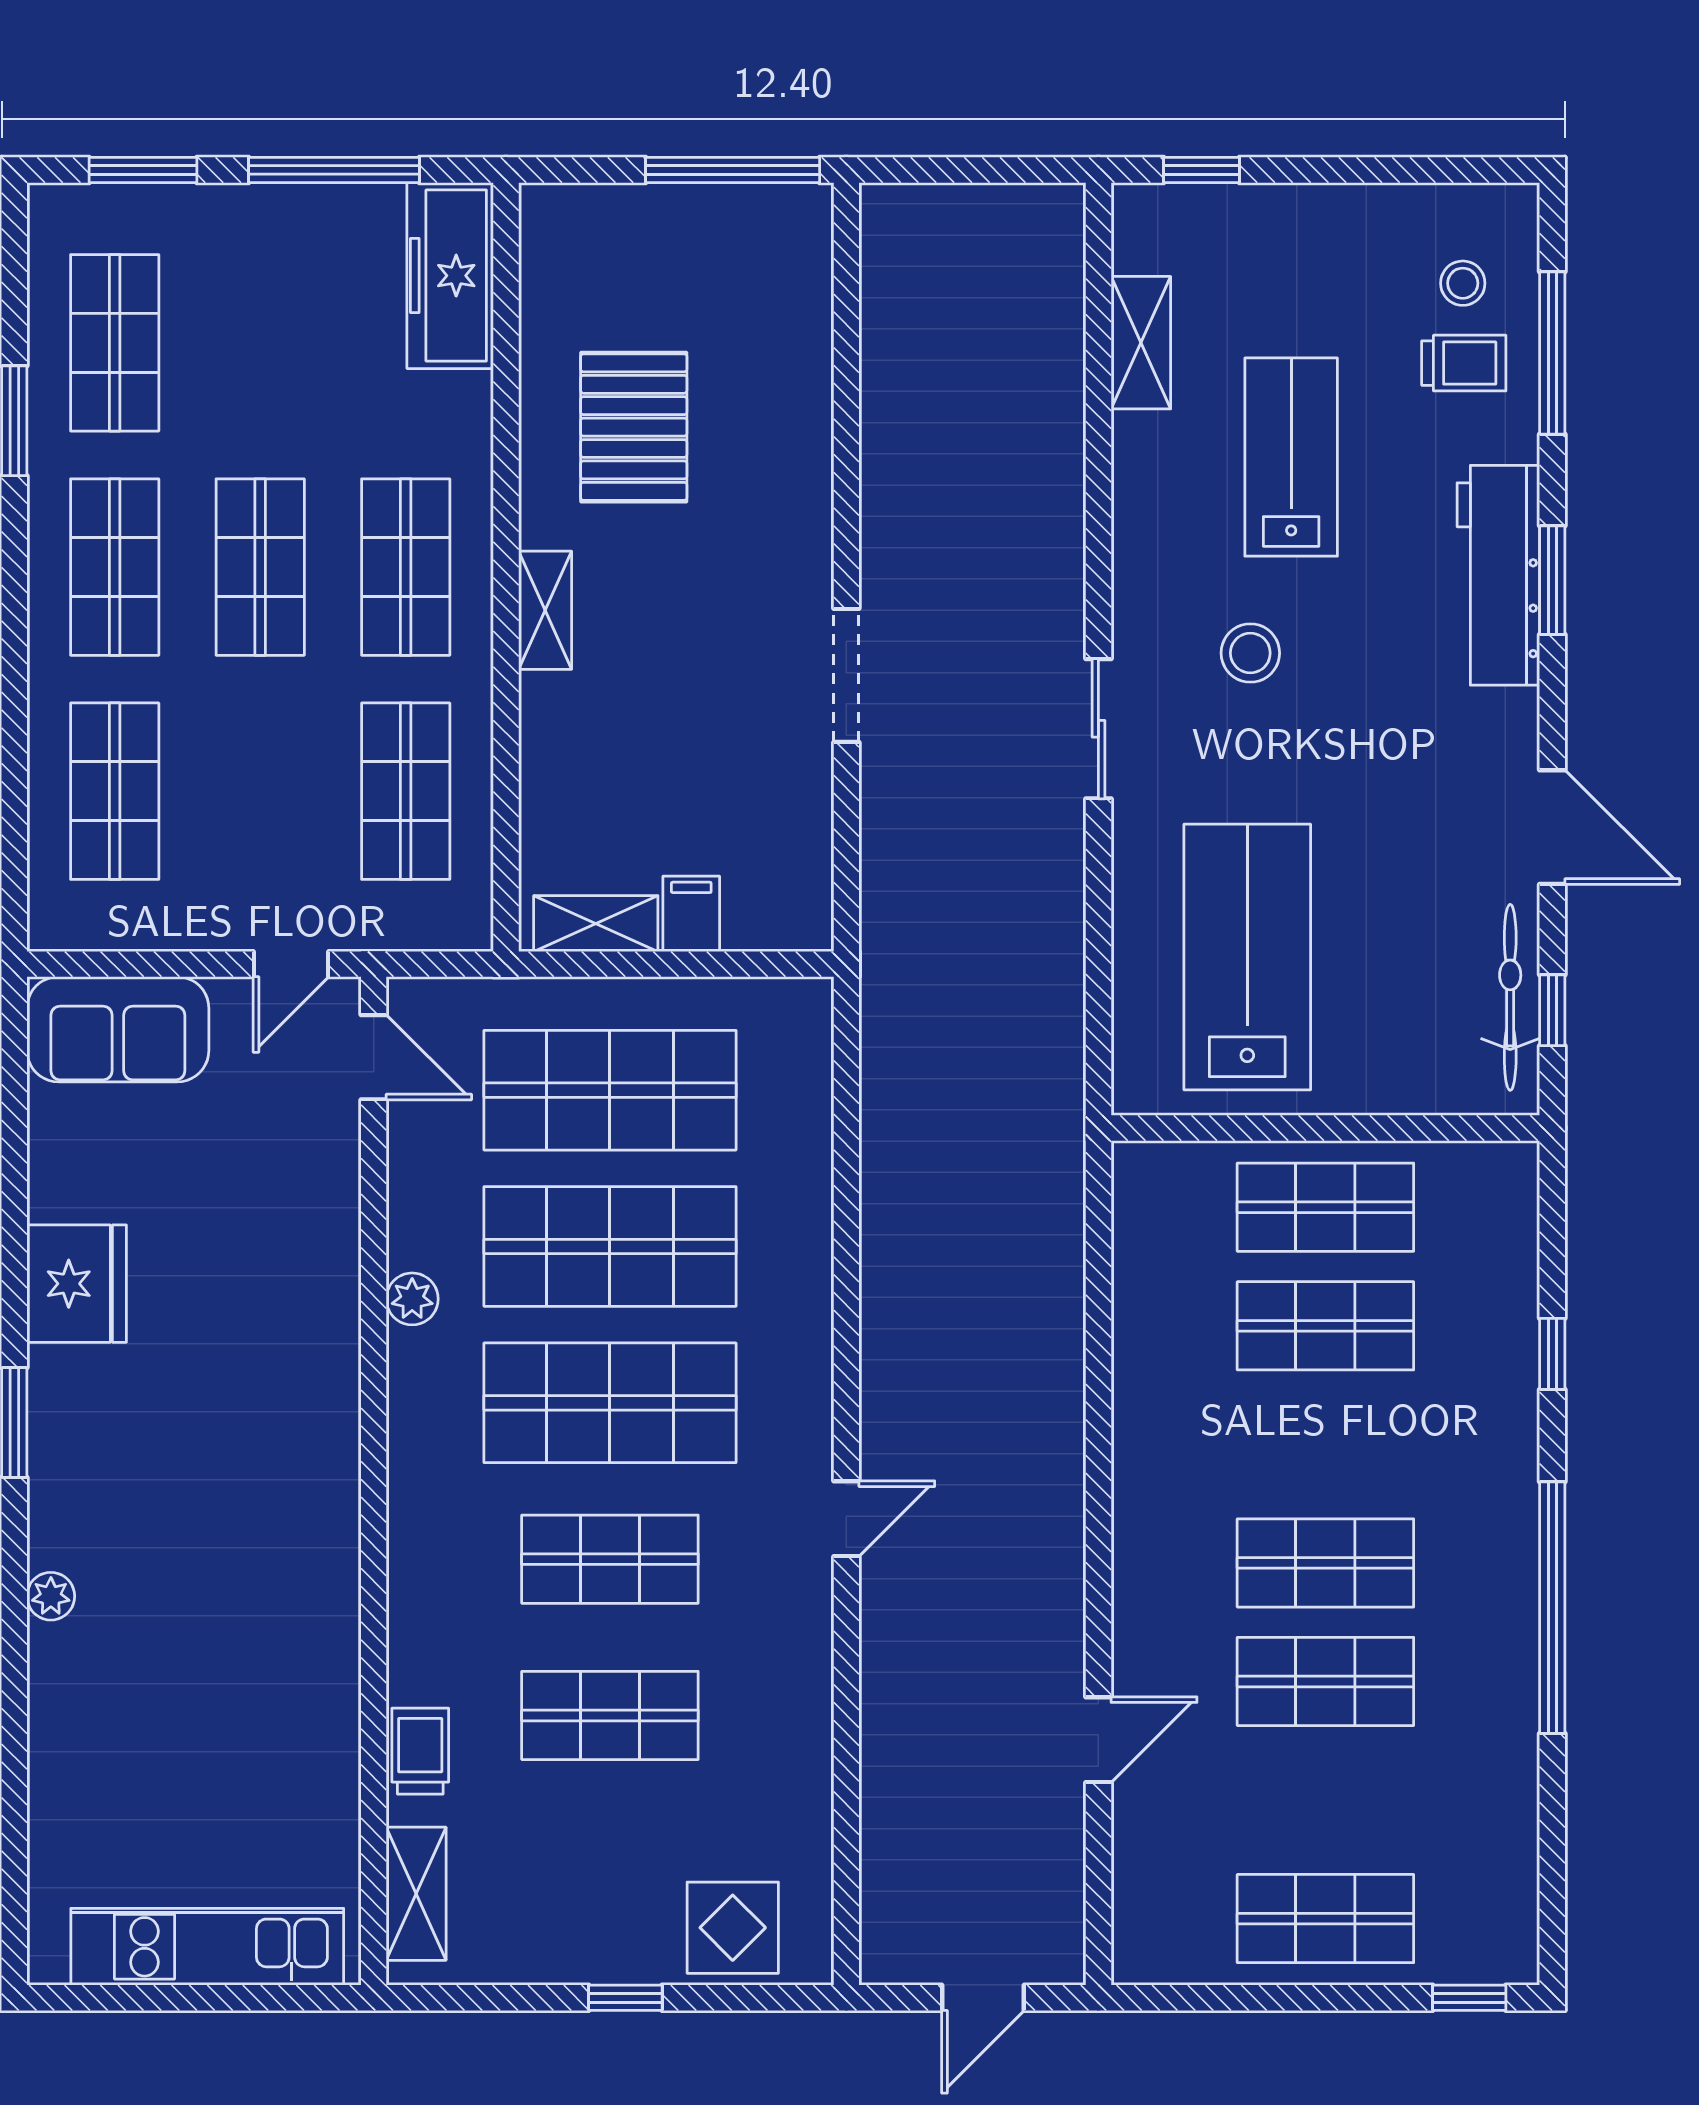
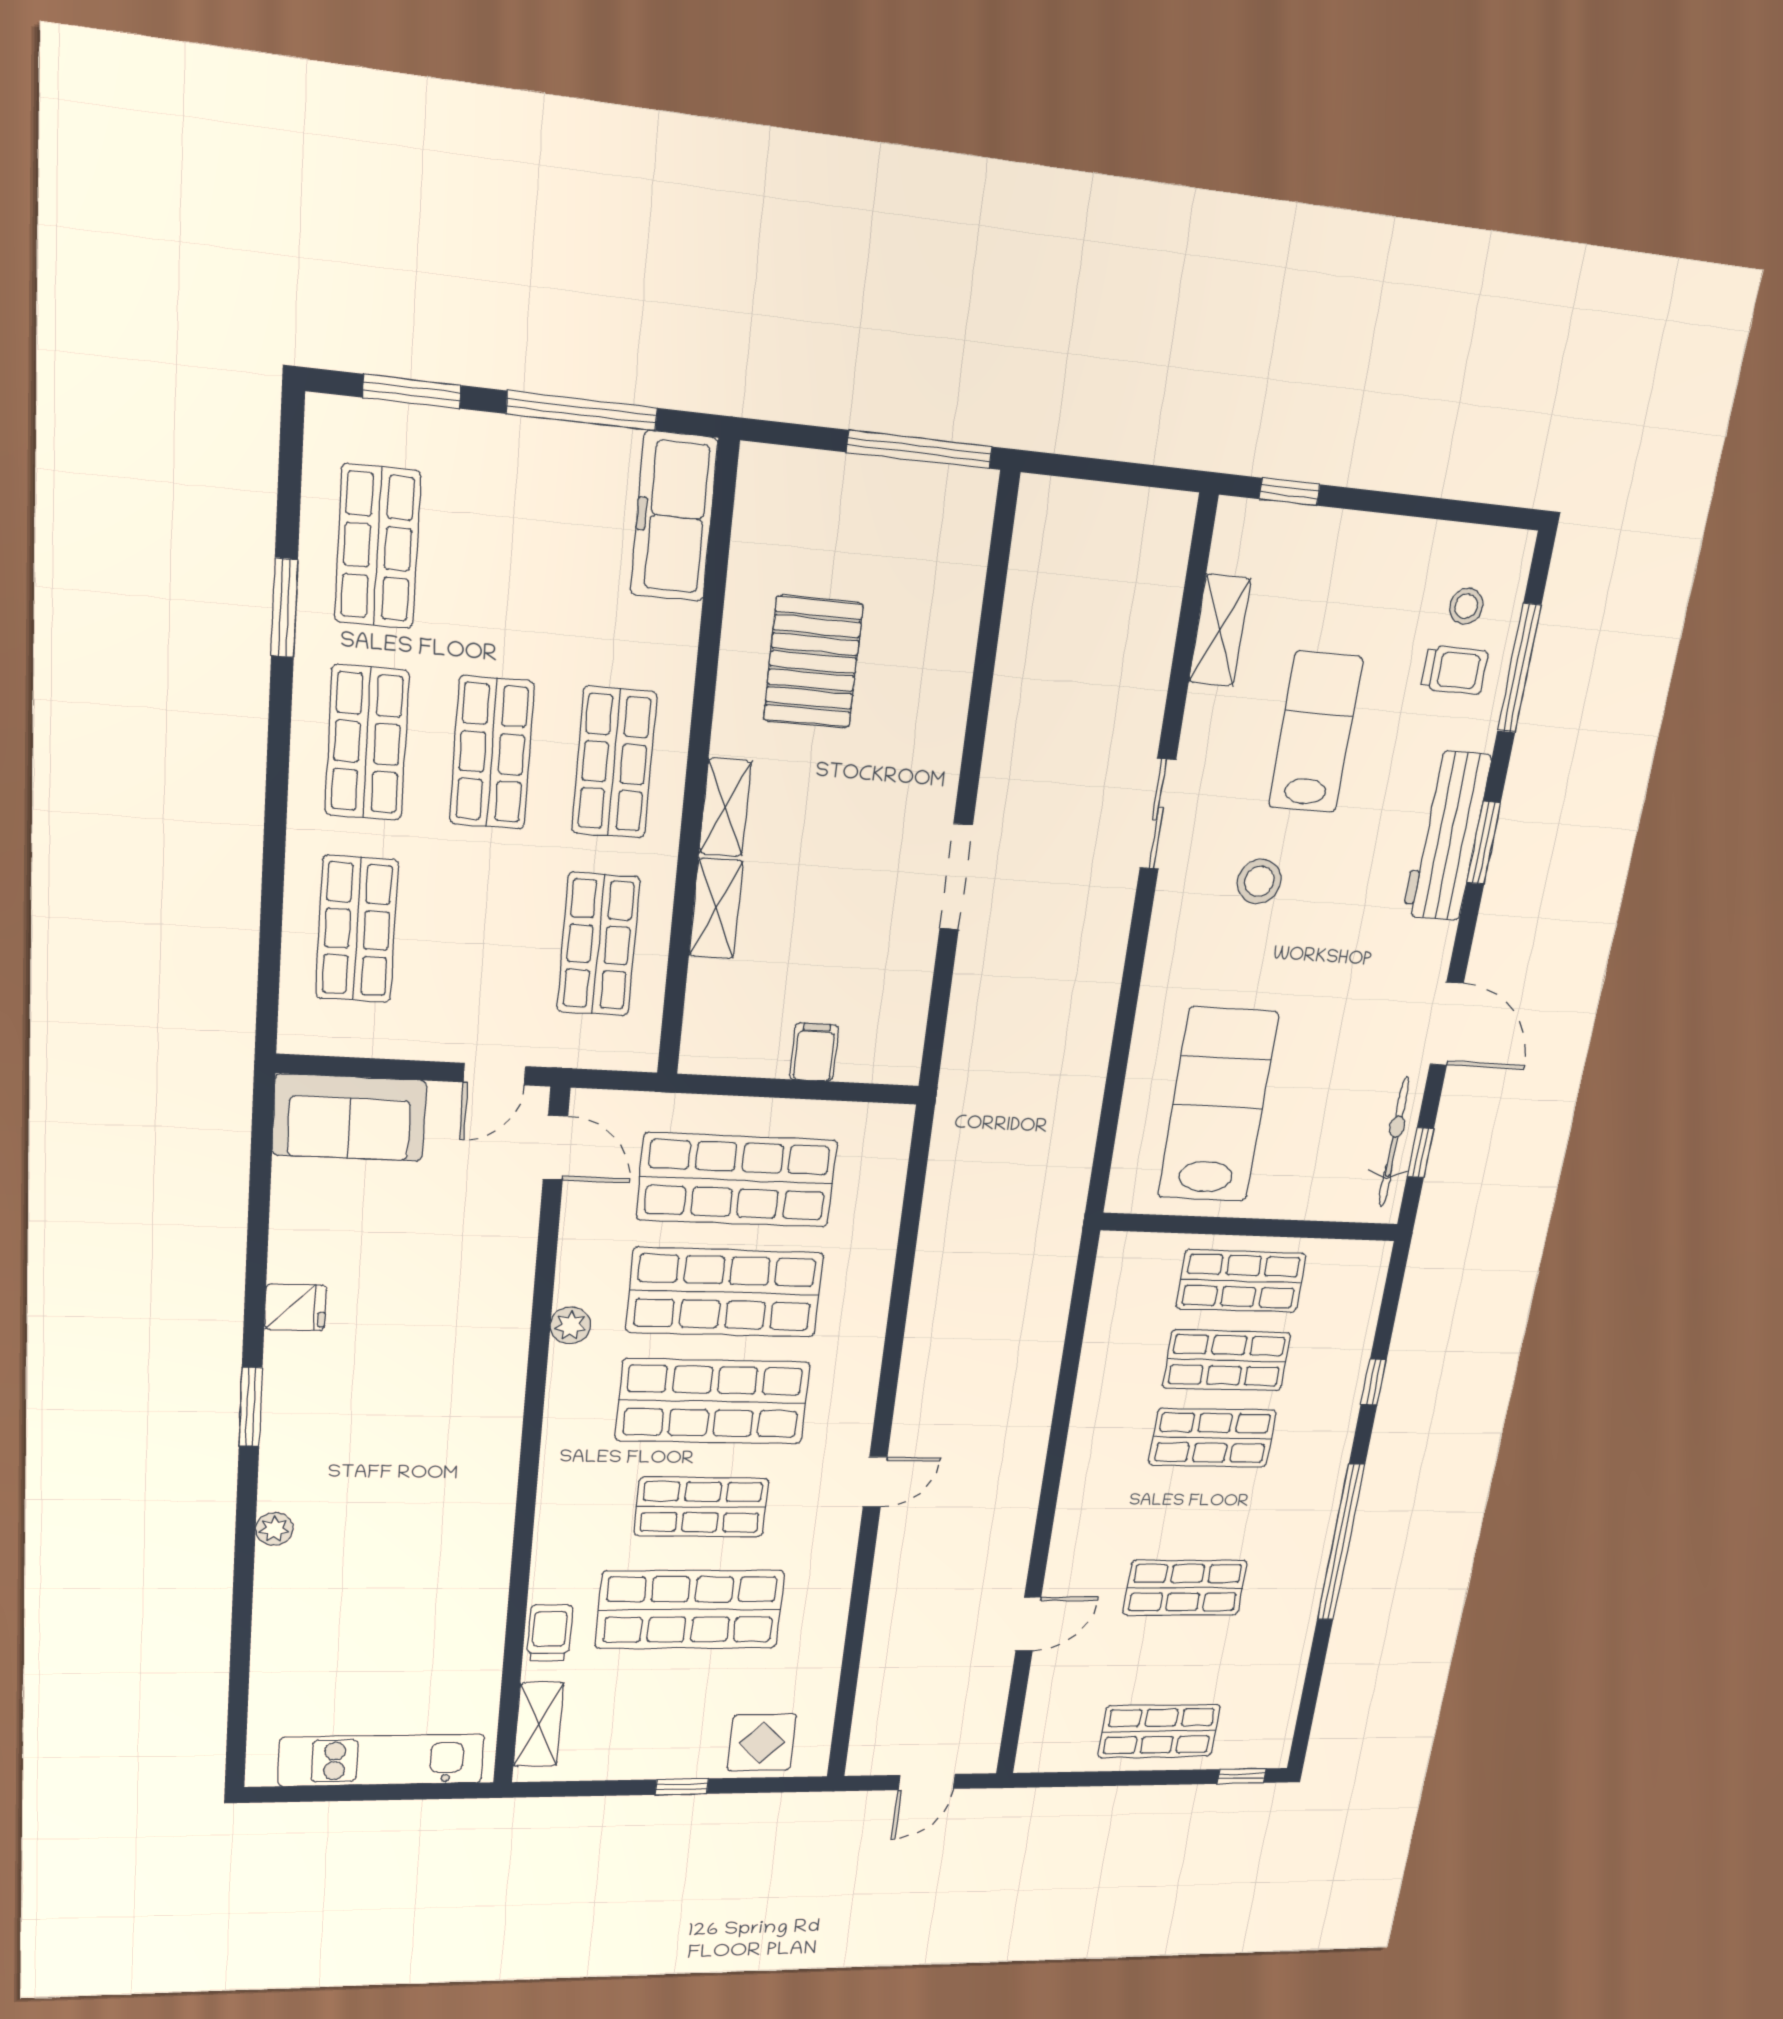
sliding door: (1098, 729) -> (1158, 814), moved
shelving: (596, 924) -> (716, 909), moved, turned 90
fridge: (77, 1284) -> (295, 1307), width x0.53, depth x0.75
shop shelf: (1325, 1563) -> (1213, 1438), moved
shop shelf: (610, 1715) -> (690, 1609), width x1.43, depth x1.36

